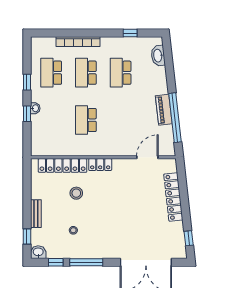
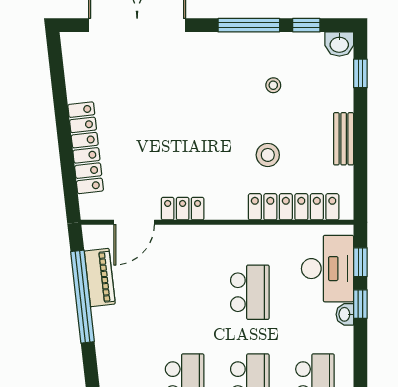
window: (27, 82) -> (360, 262), moved
piano: (164, 110) -> (100, 278), moved
desk: (44, 133) -> (327, 269), added
locker: (100, 165) -> (183, 209), moved
bench: (36, 214) -> (344, 139), moved
window: (189, 238) -> (57, 70), removed

